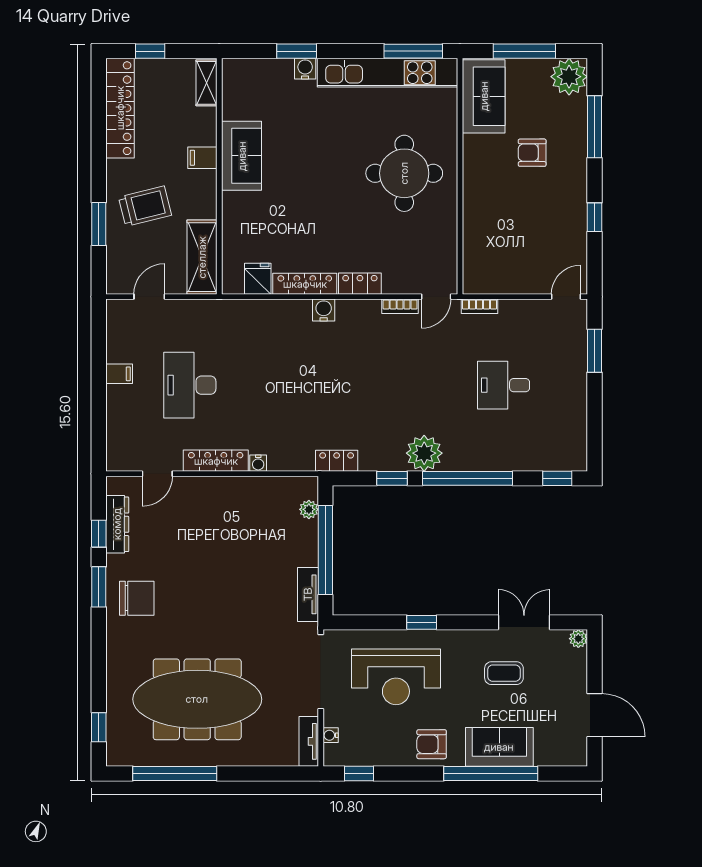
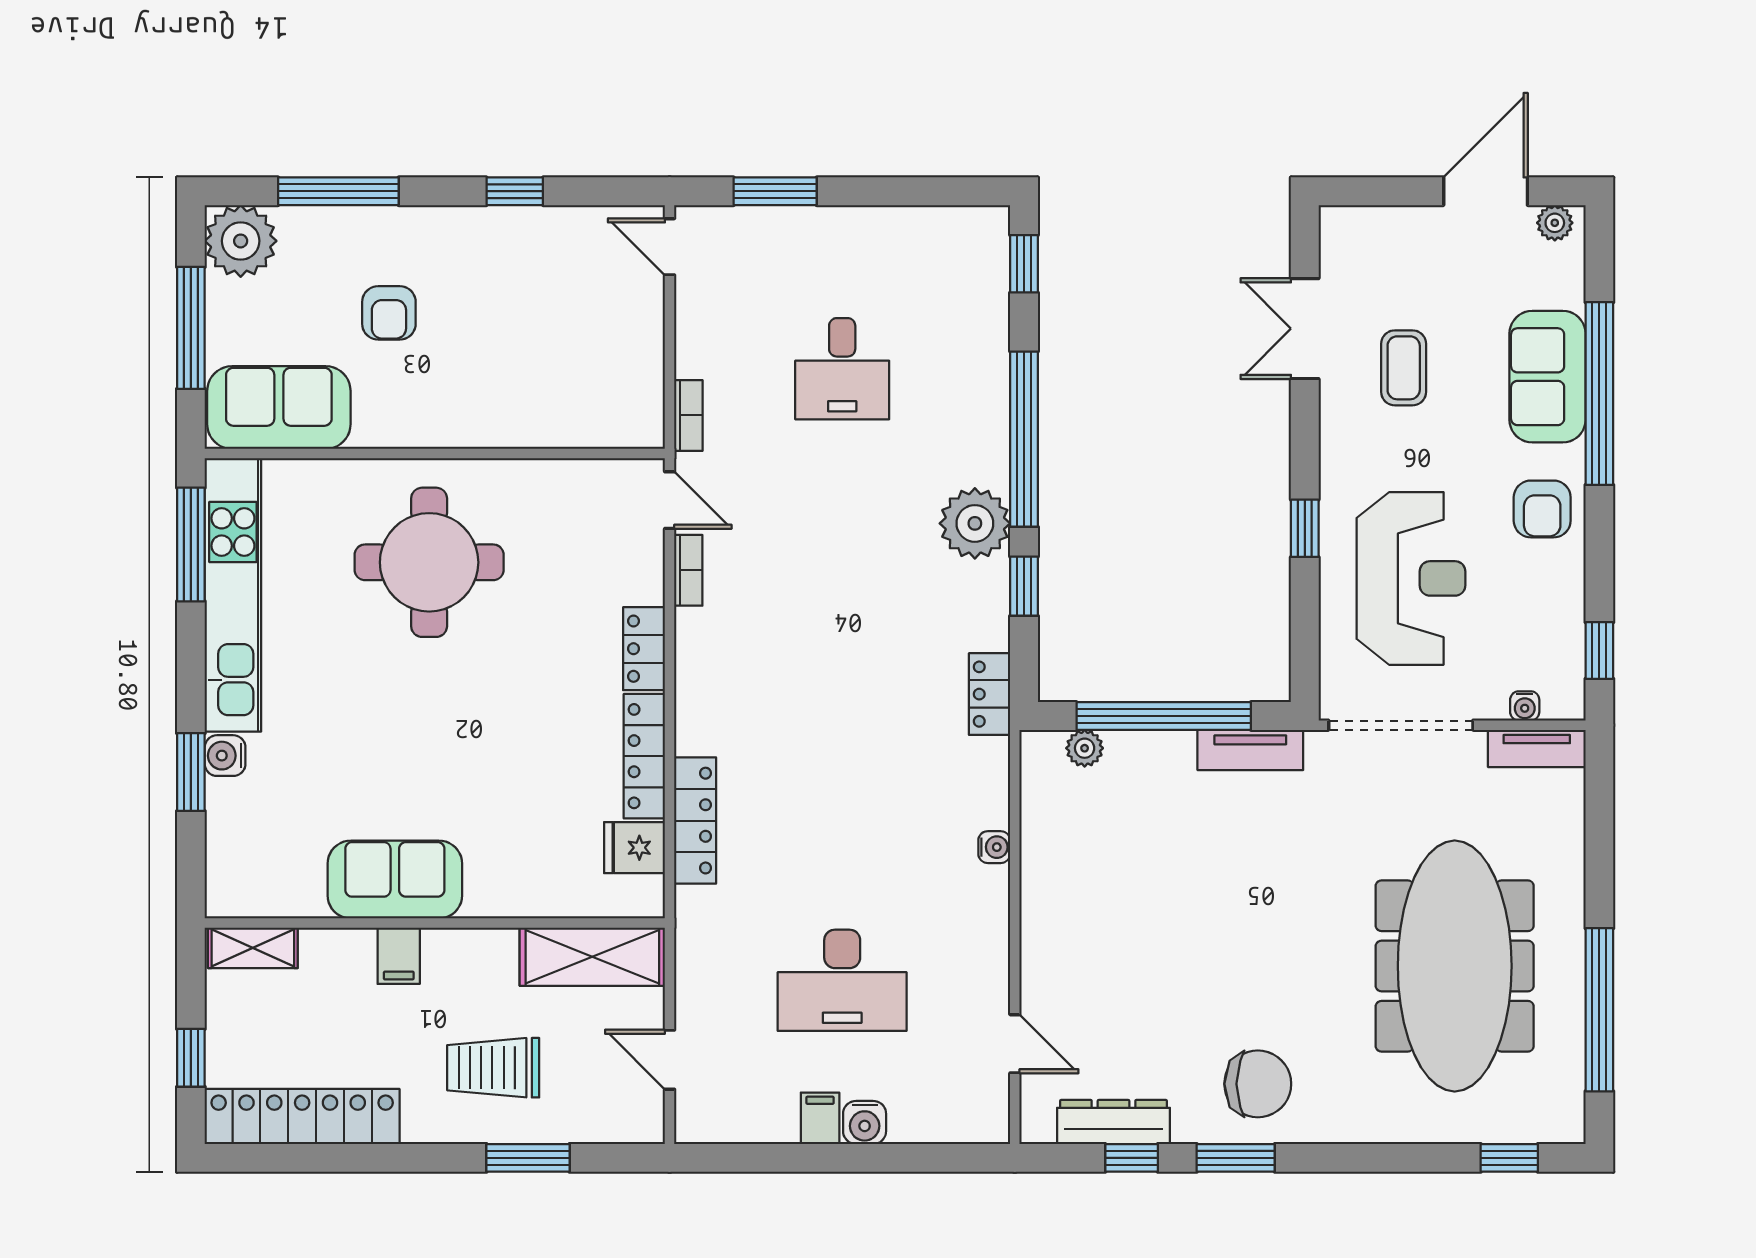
trolley: (145, 206) -> (493, 1068), turned -76
water cooler: (324, 310) -> (865, 1122), moved, turned -90
locker: (216, 461) -> (695, 821), moved, turned 180
chair: (137, 598) -> (1258, 1084), turned 90
plant: (578, 639) -> (1555, 223), moved

